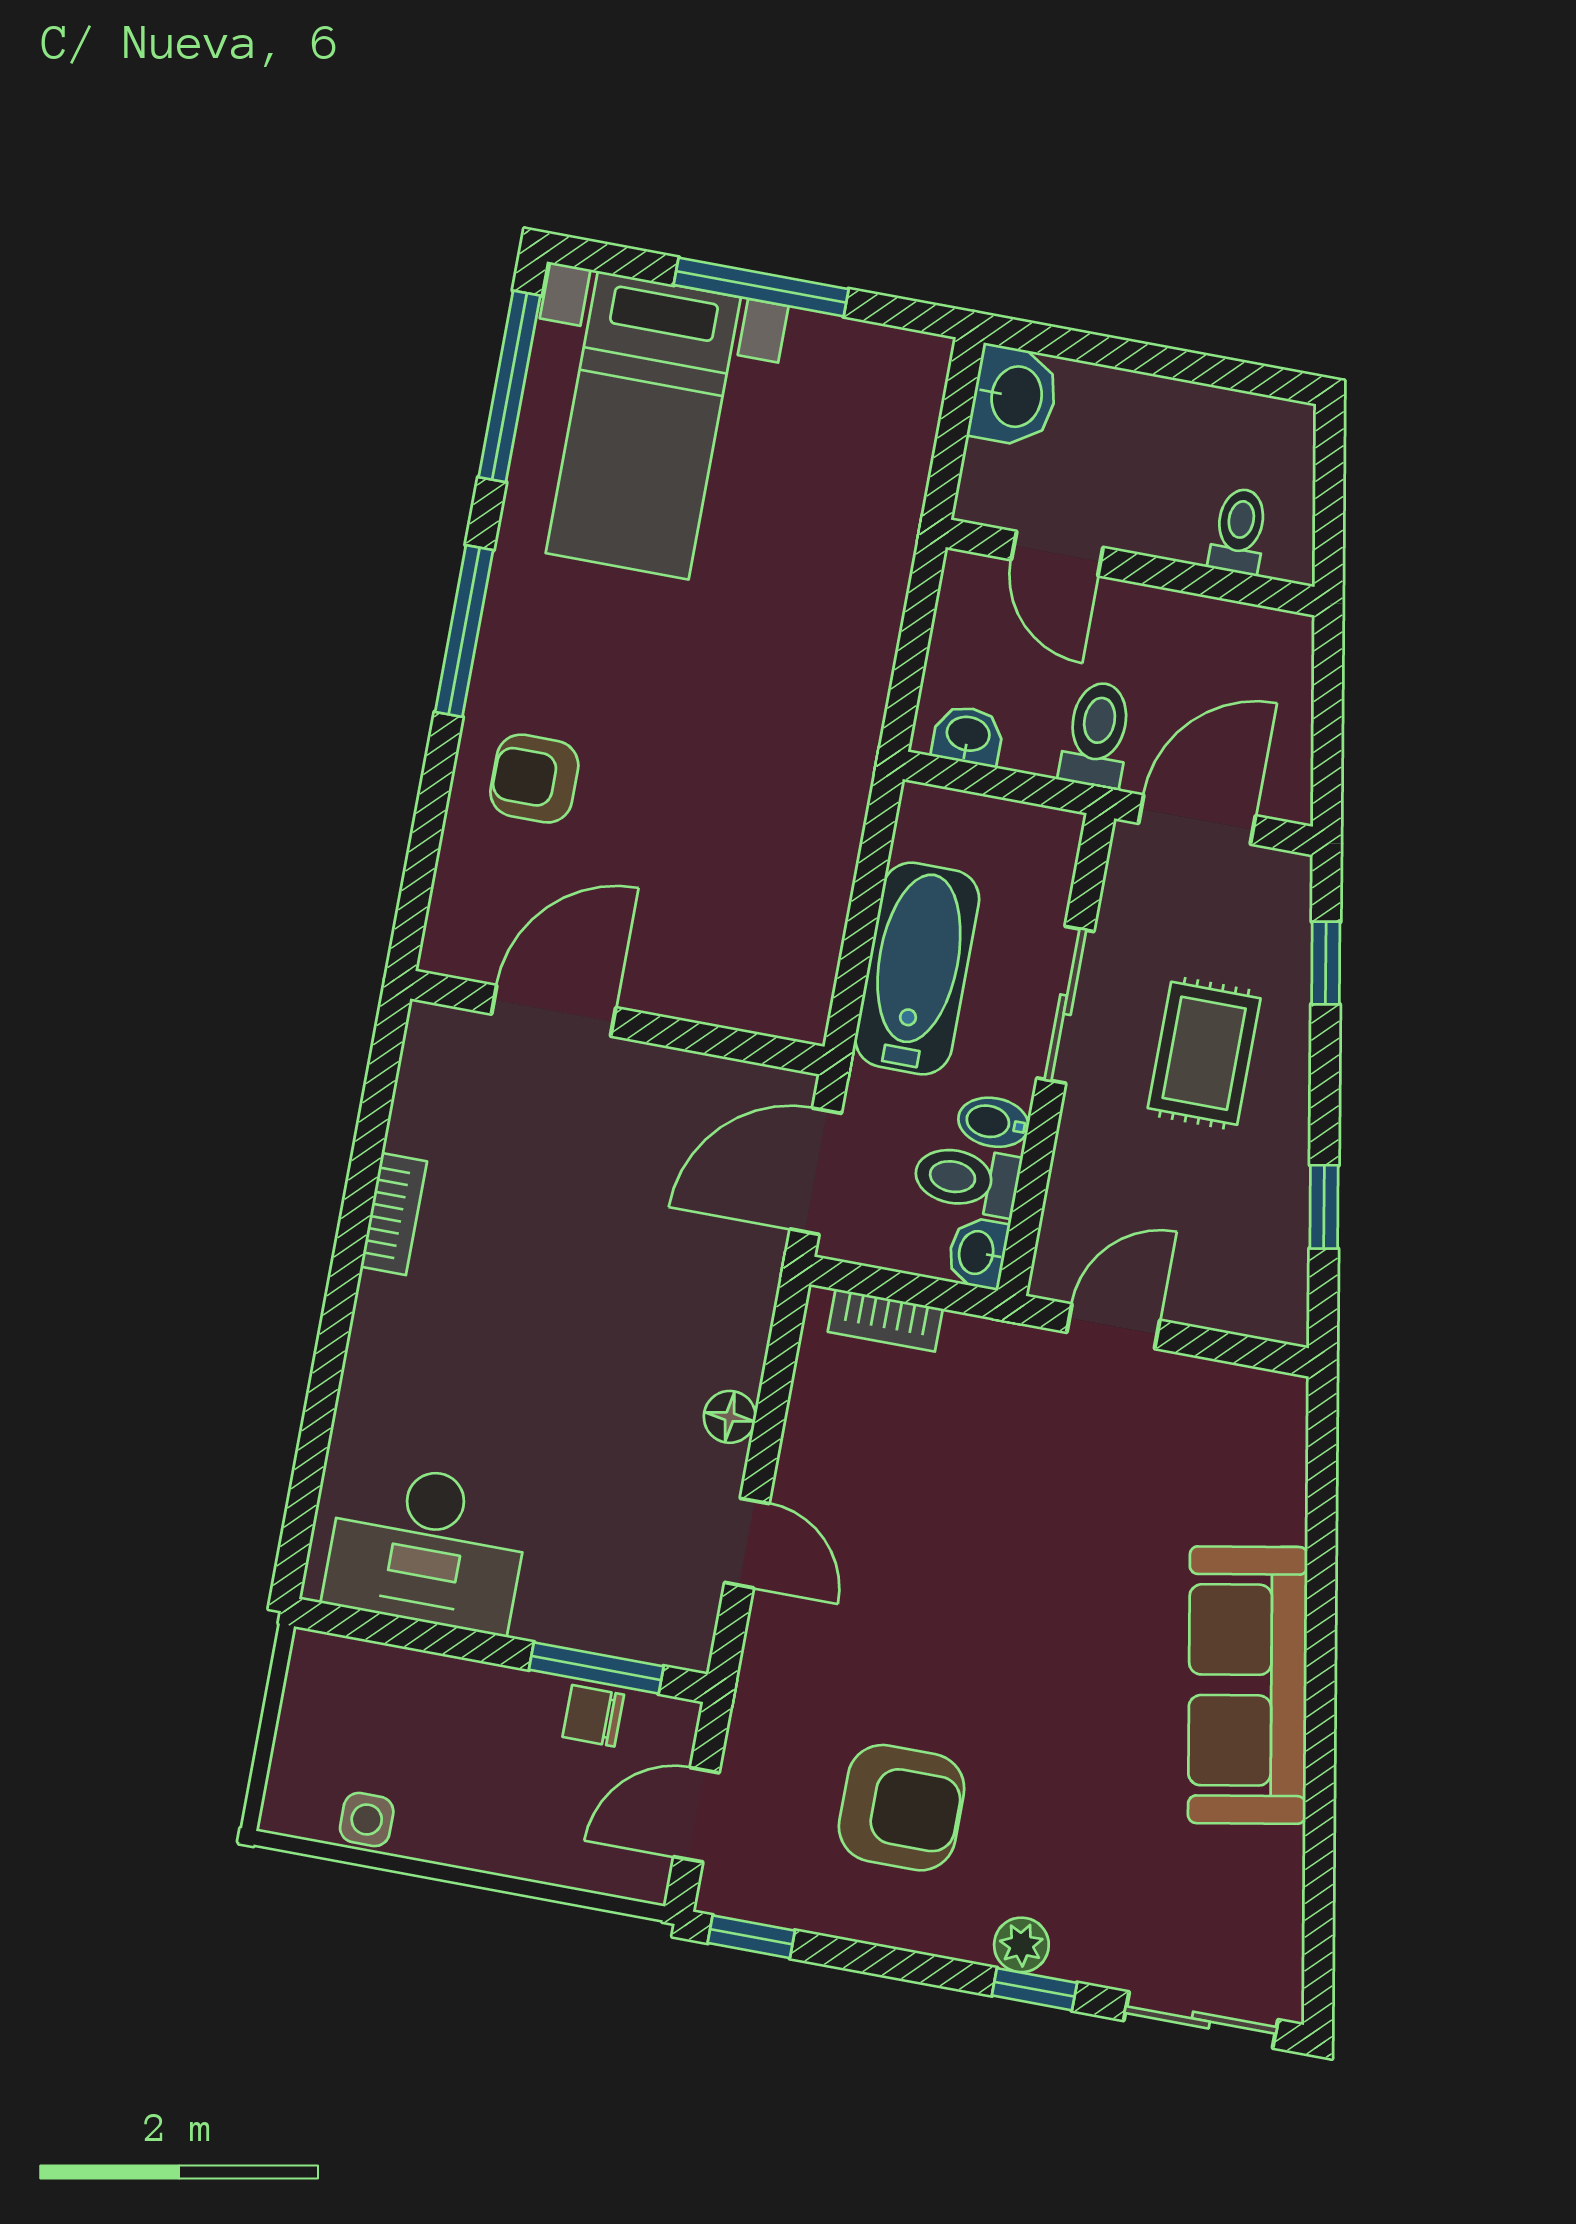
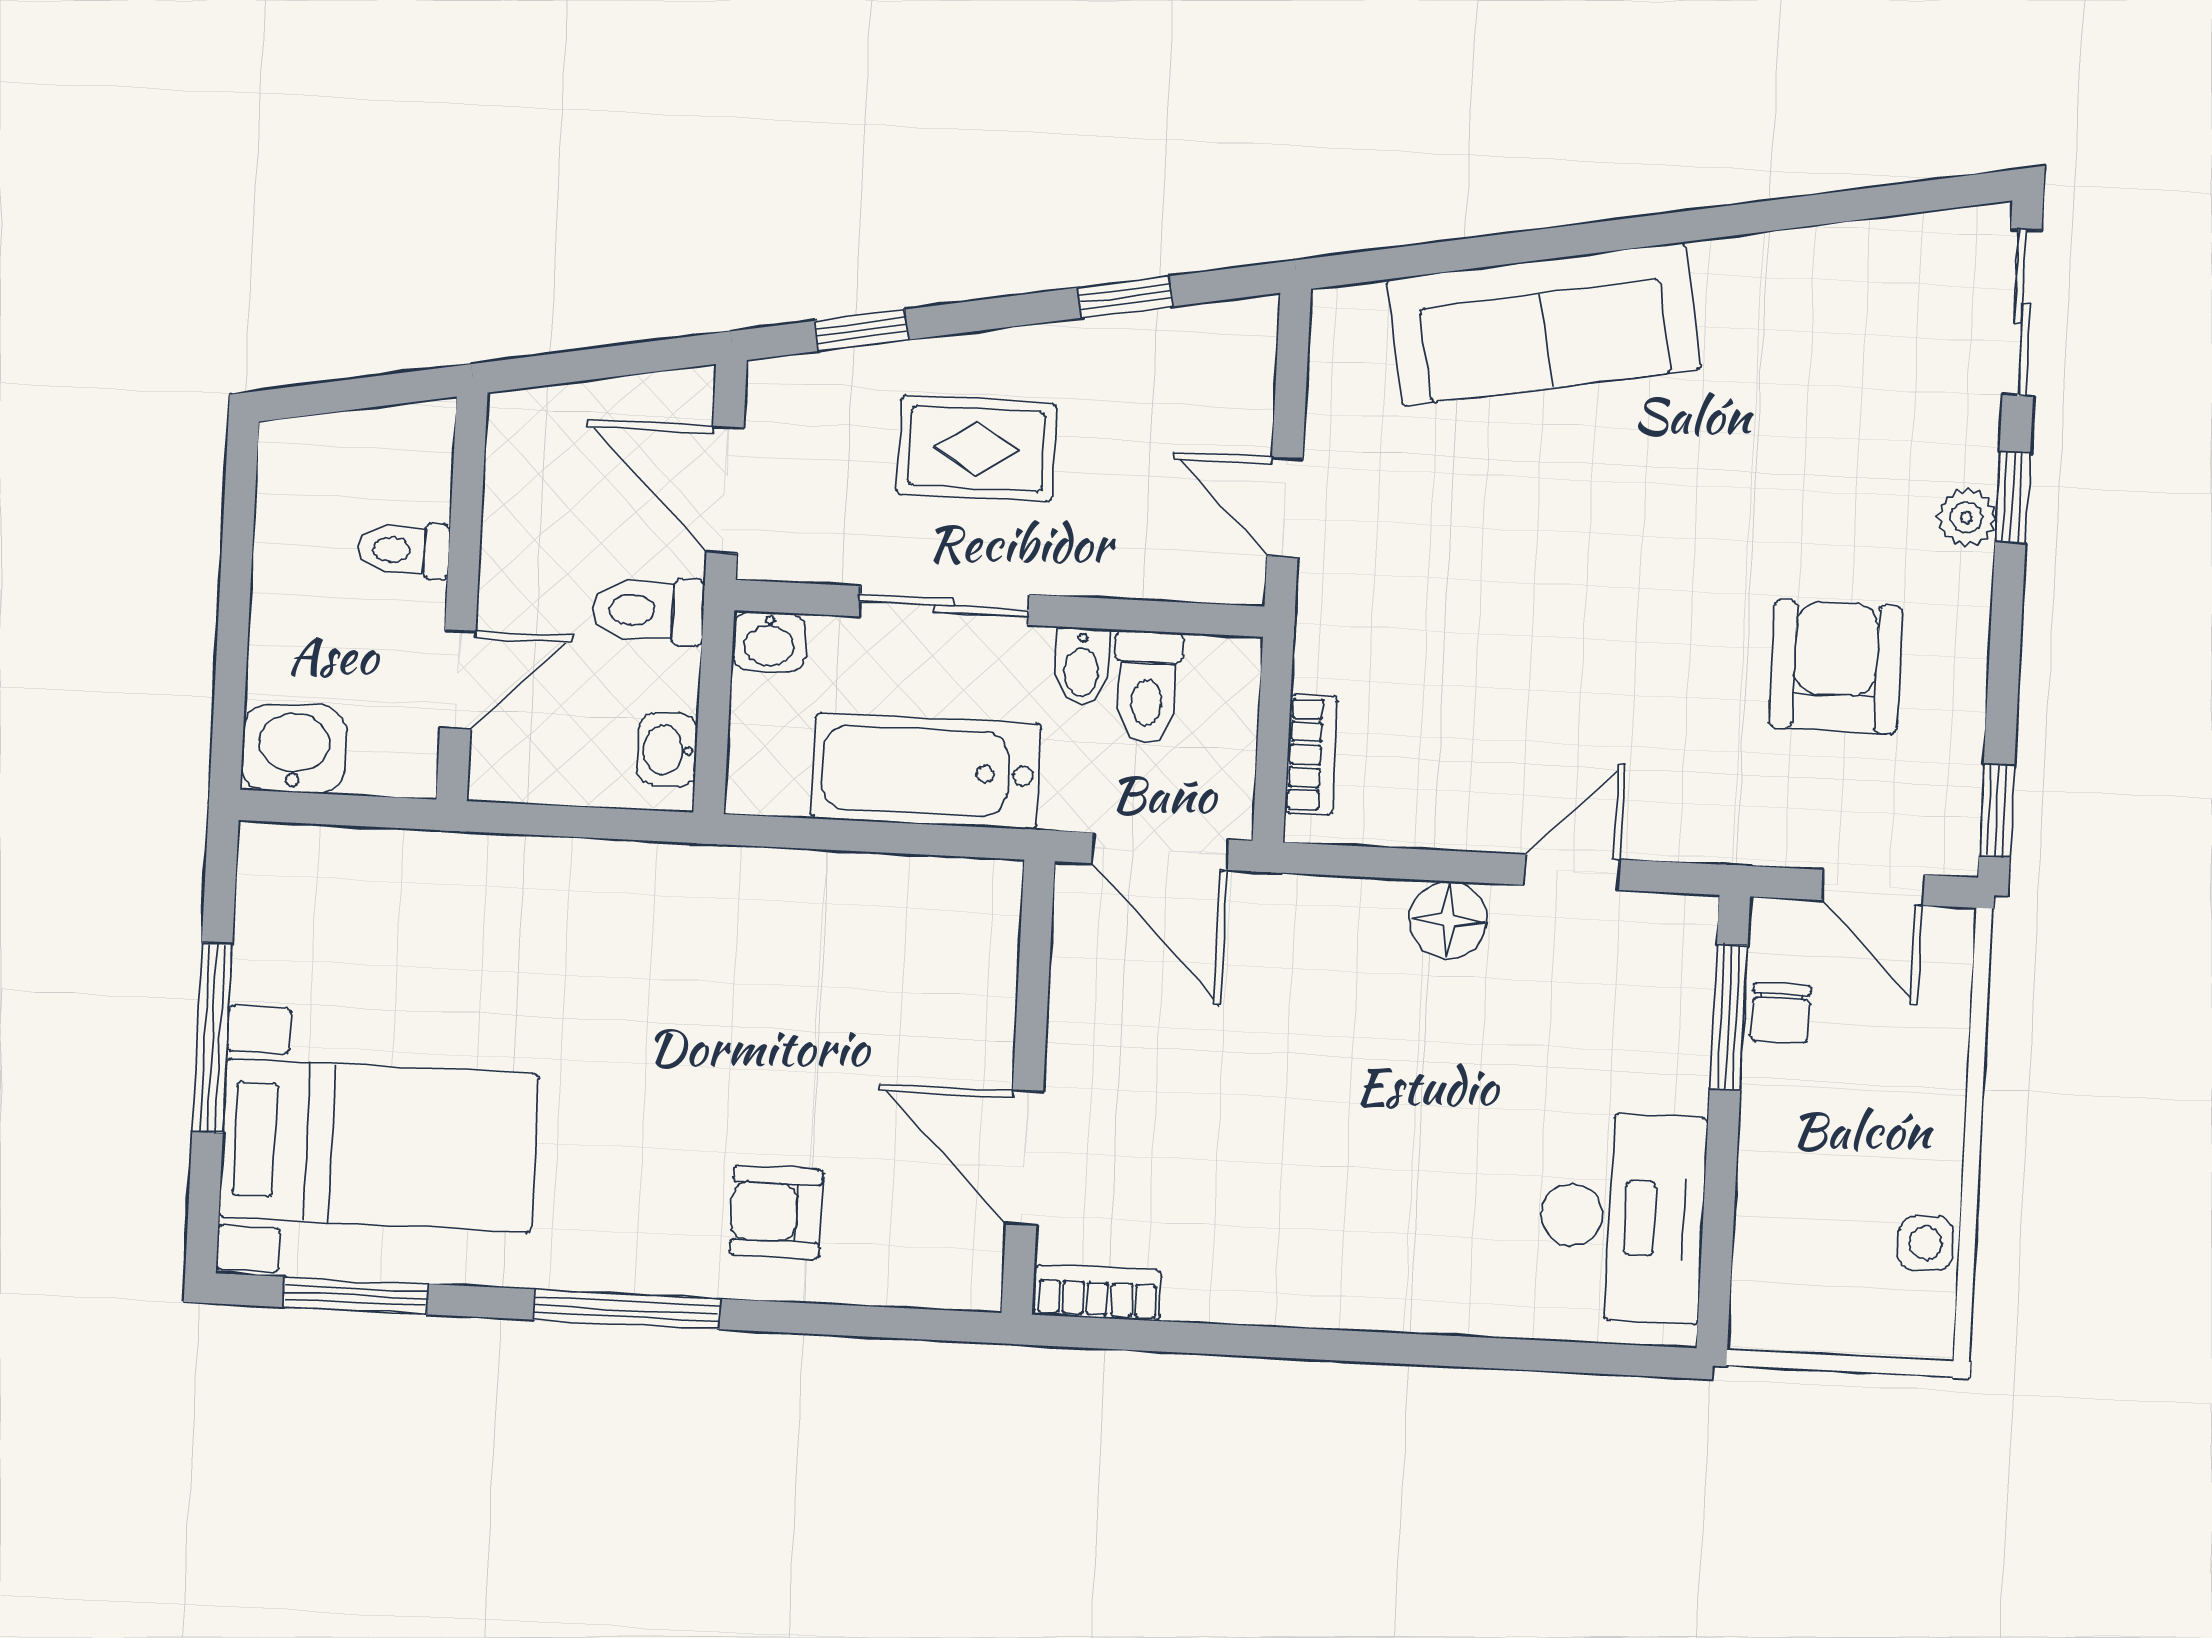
window: (510, 386) -> (356, 1296), width x0.69
toilet: (1239, 531) -> (404, 550), moved
armchair: (534, 779) -> (776, 1212), turned 90
bookcase: (394, 1214) -> (1098, 1293), moved
washbasin: (978, 1253) -> (769, 642), moved
floor lamp: (730, 1417) -> (1448, 920), width x1.37, depth x1.37
sofa: (1248, 1685) -> (1544, 324), moved

